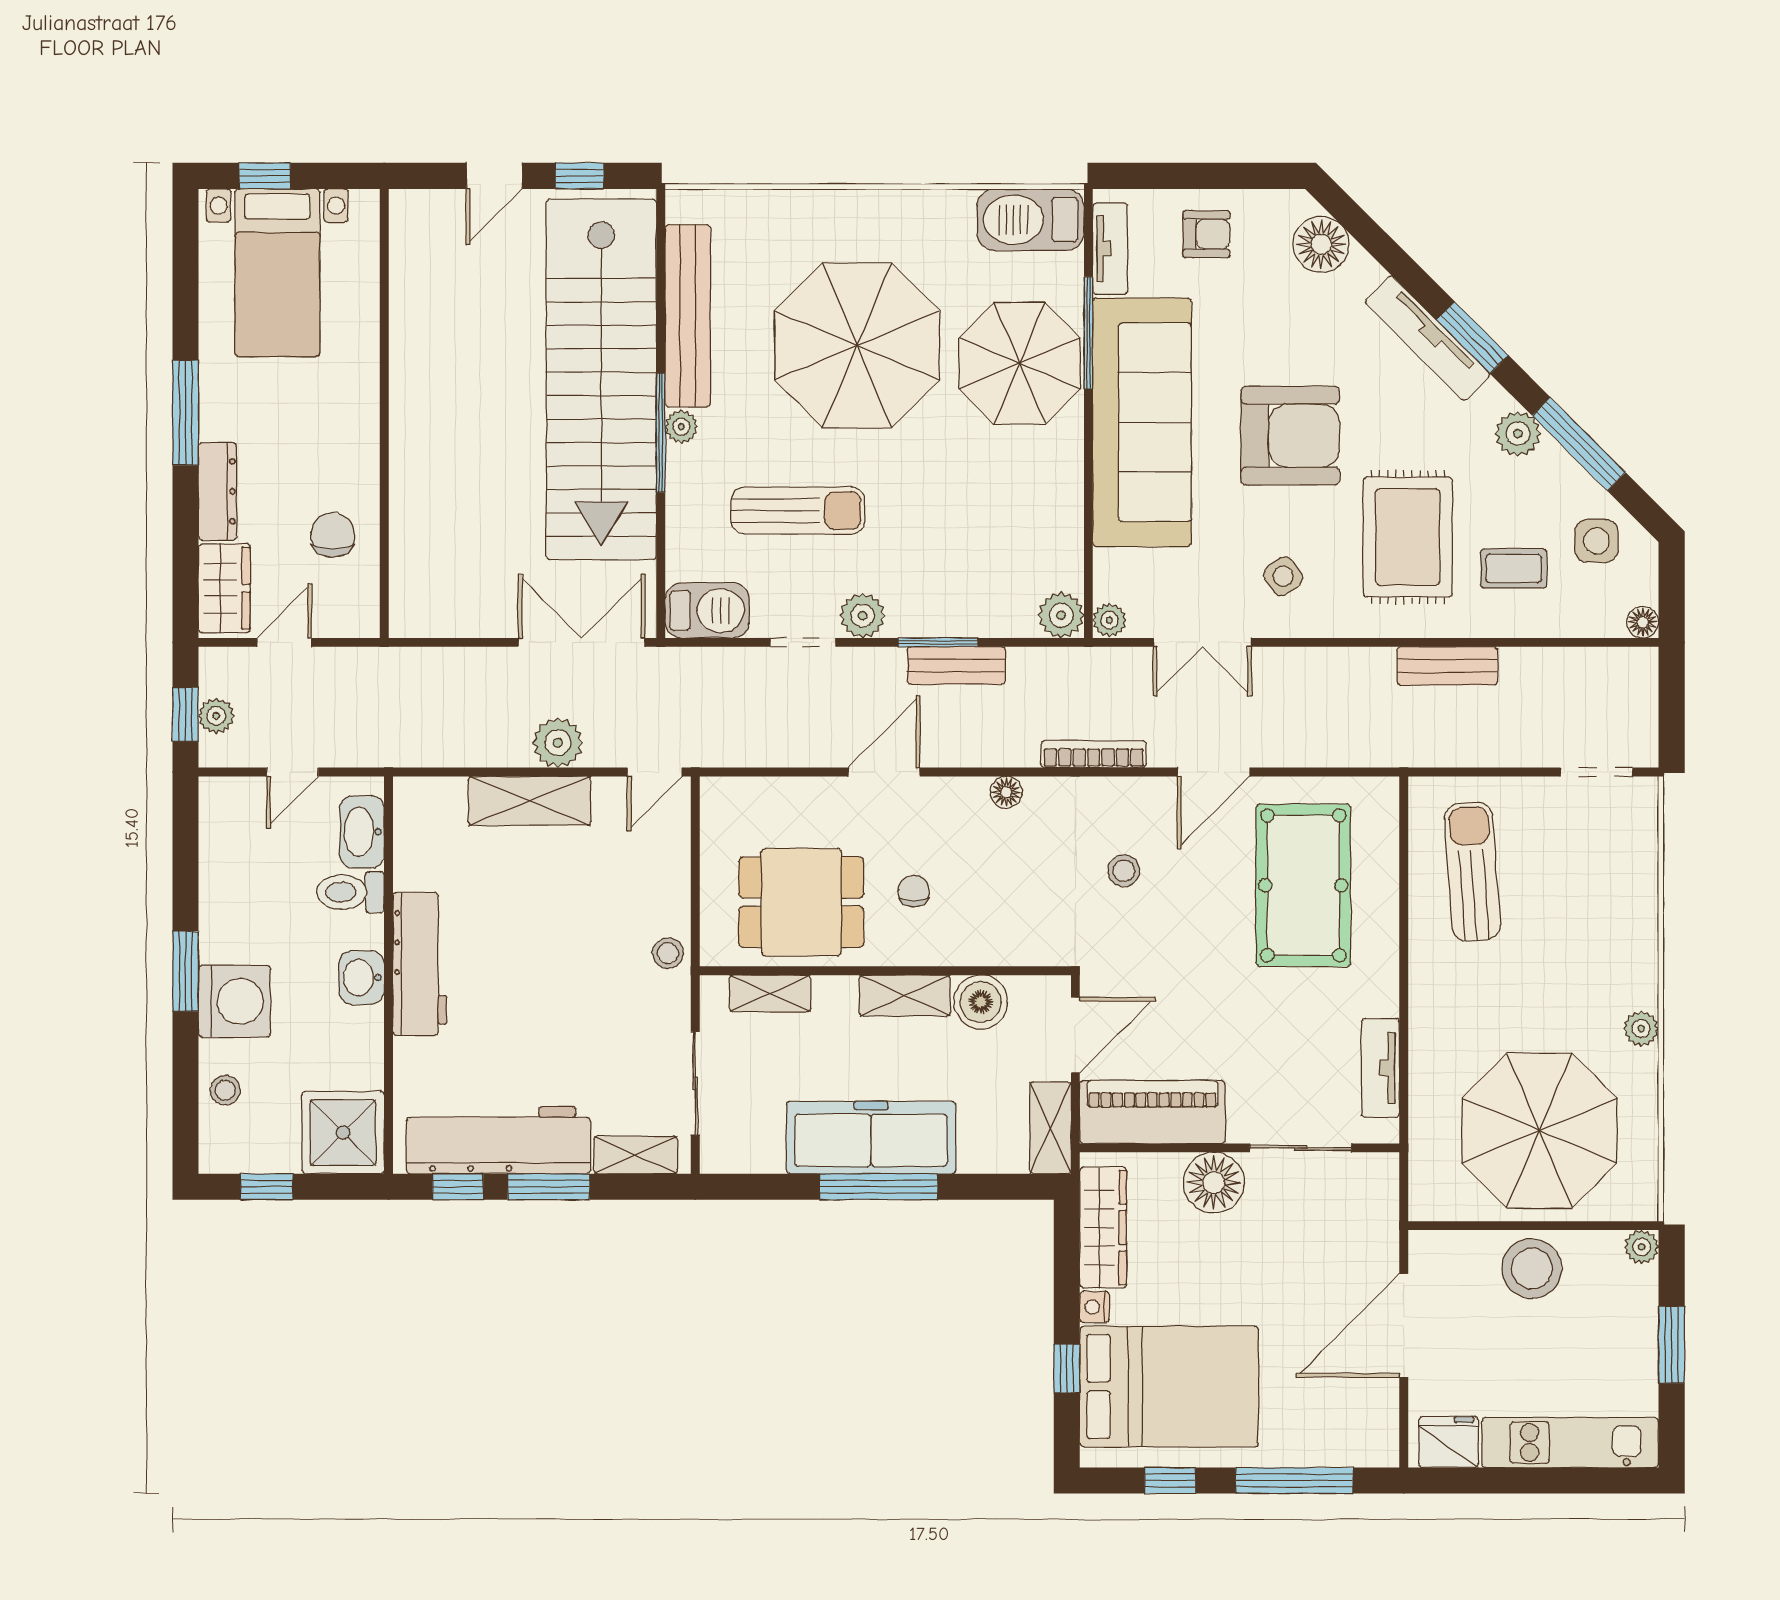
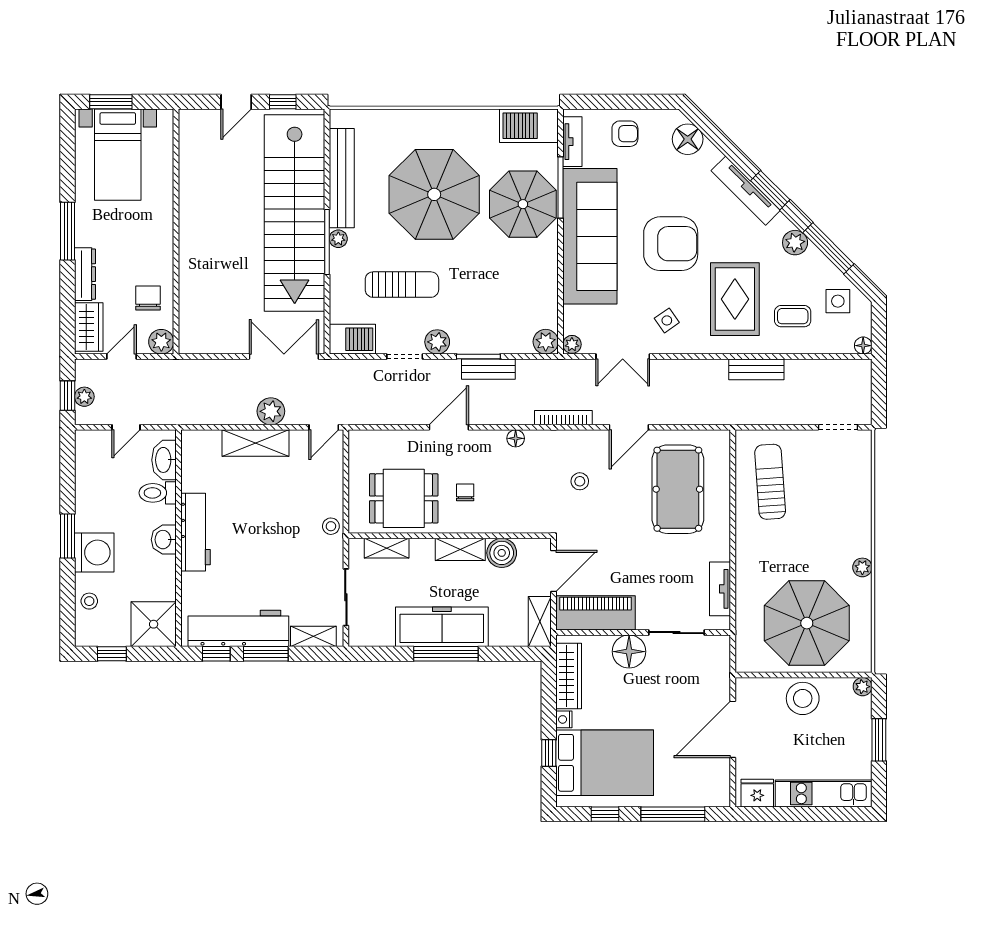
window: (265, 176) -> (111, 102), width x1.50
plant: (357, 615) -> (161, 342), added

